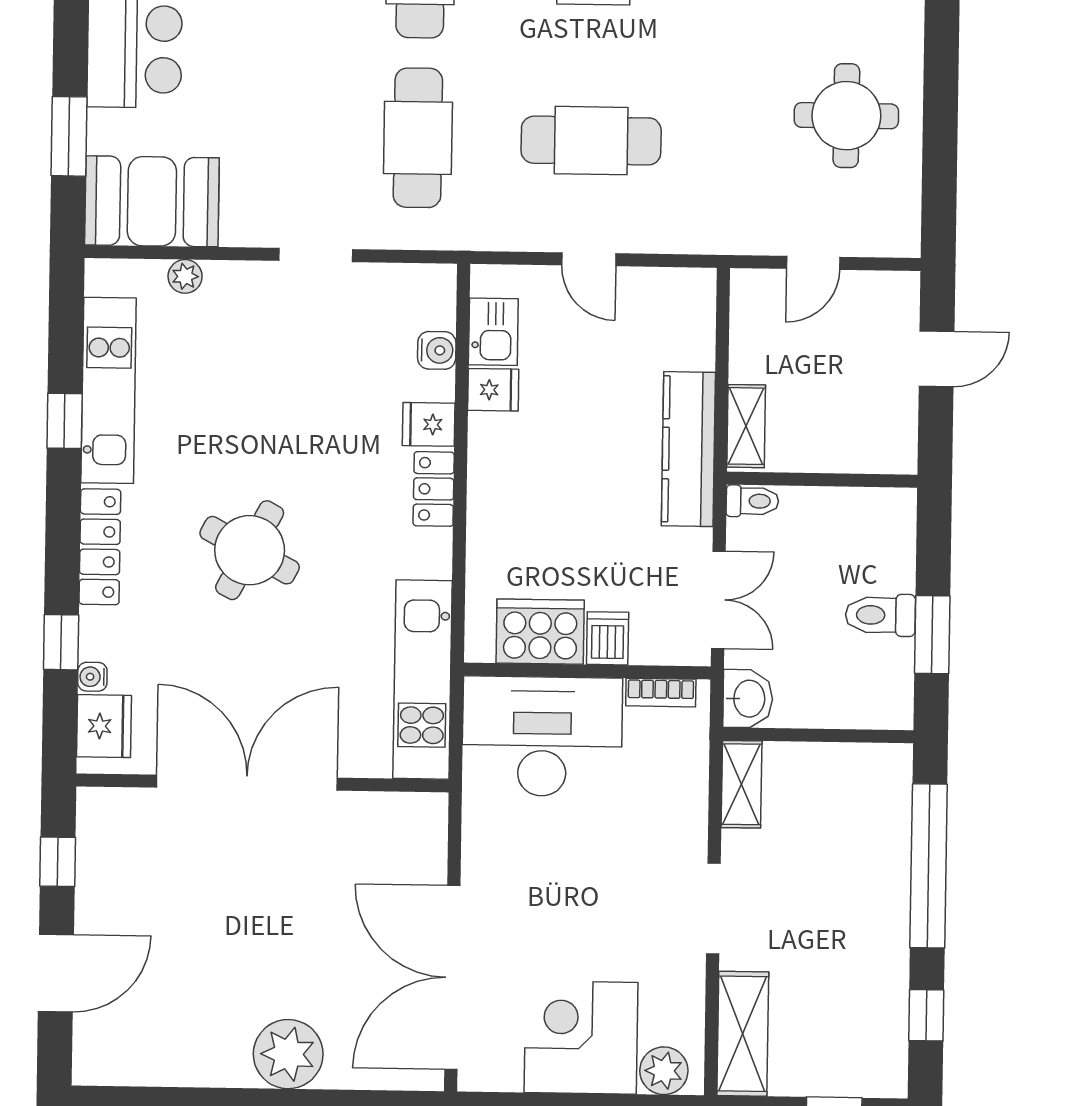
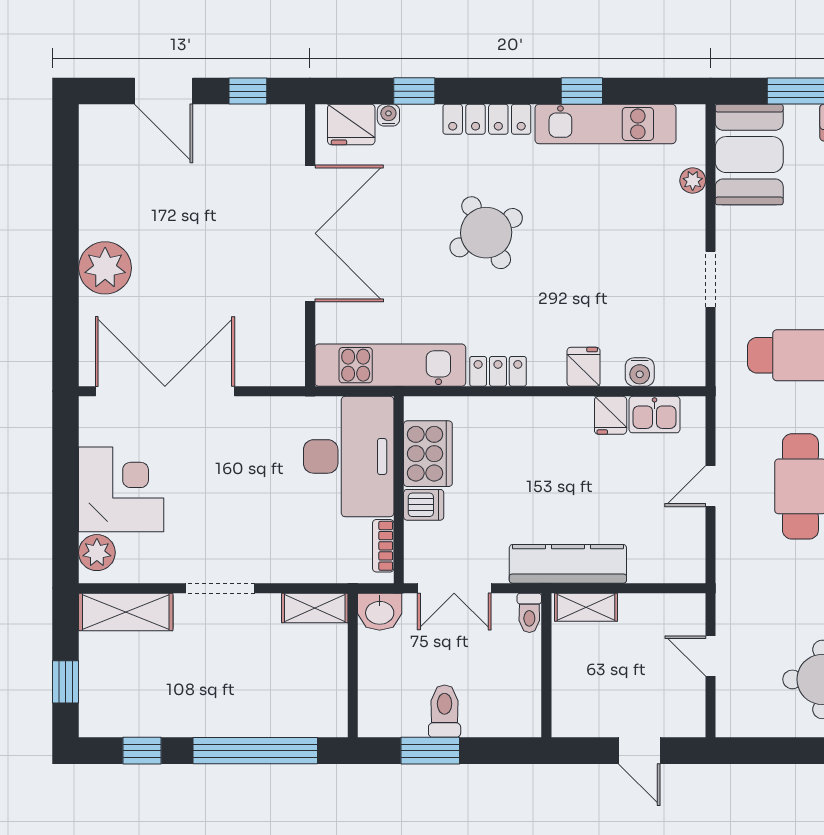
locker: (434, 489) -> (498, 371), moved
round table: (250, 550) -> (486, 233), turned 33

